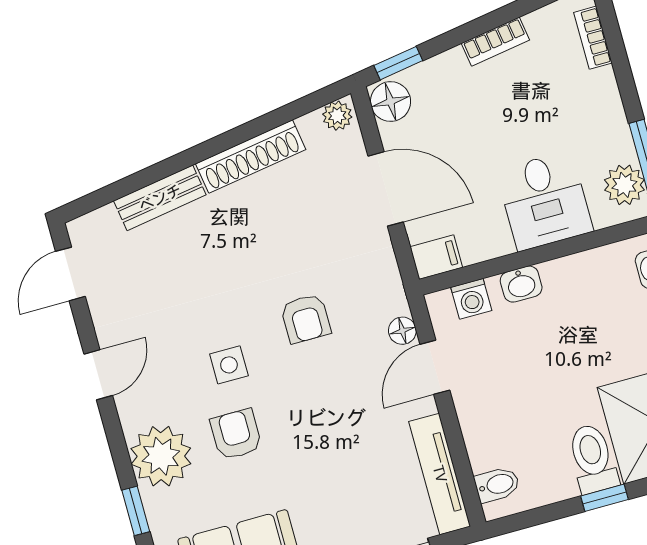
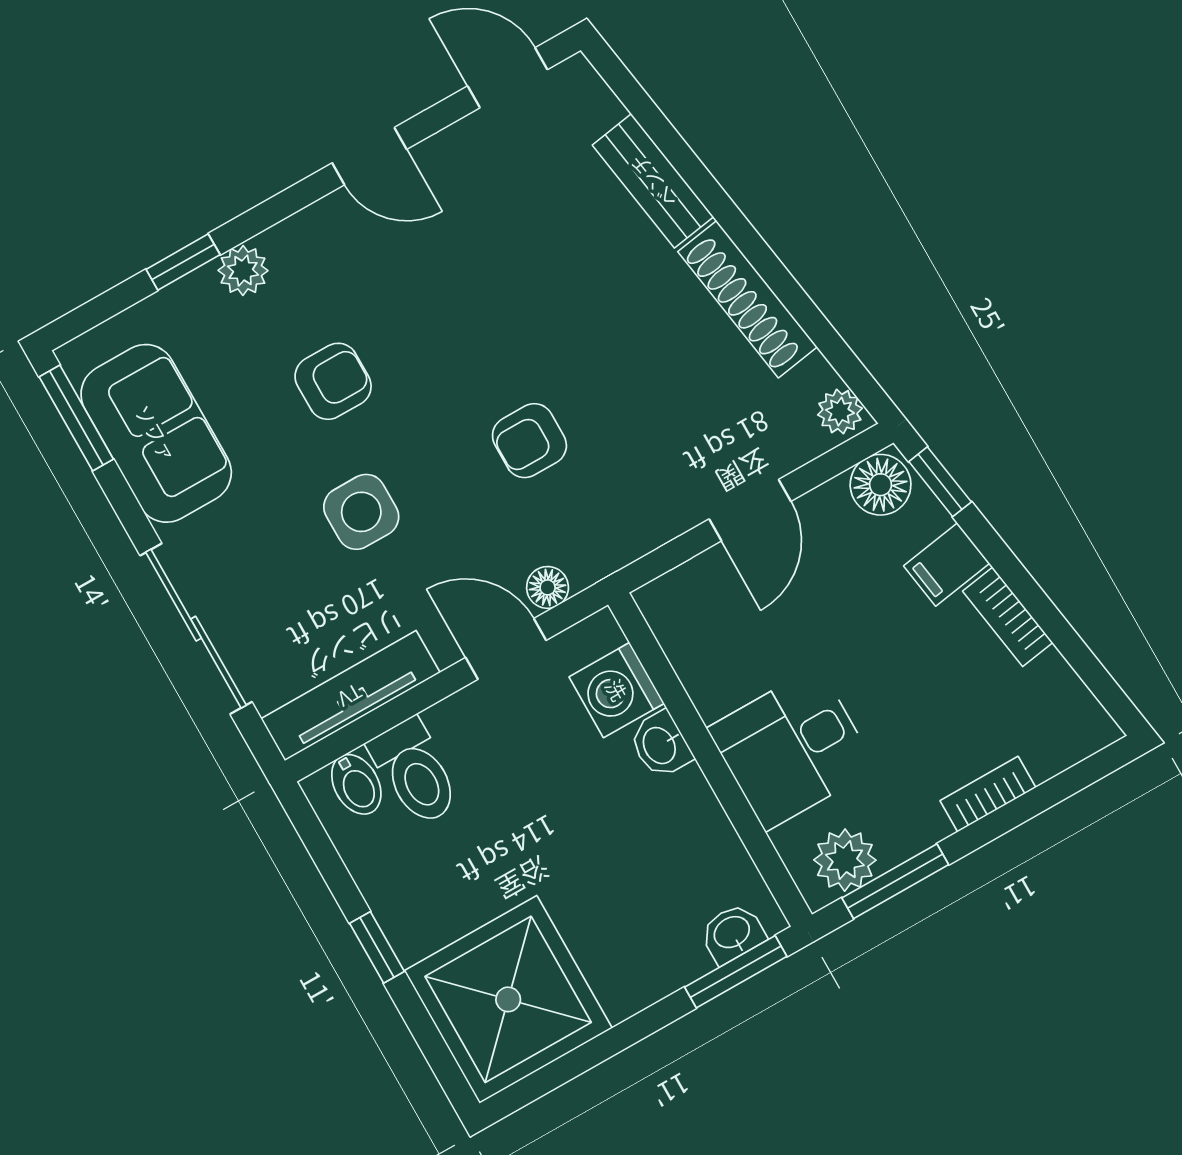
bookcase: (593, 38) -> (988, 794), moved
door: (386, 189) -> (750, 510), width x0.73
filing cabinet: (436, 257) -> (947, 565), moved, turned 81
washing machine: (471, 299) -> (617, 690), width x1.38, depth x1.38
side table: (229, 365) -> (361, 512), moved, width x1.37, depth x1.37
plant: (161, 456) -> (243, 271), width x0.53, depth x0.53
toilet: (593, 459) -> (415, 772), moved, turned 90

